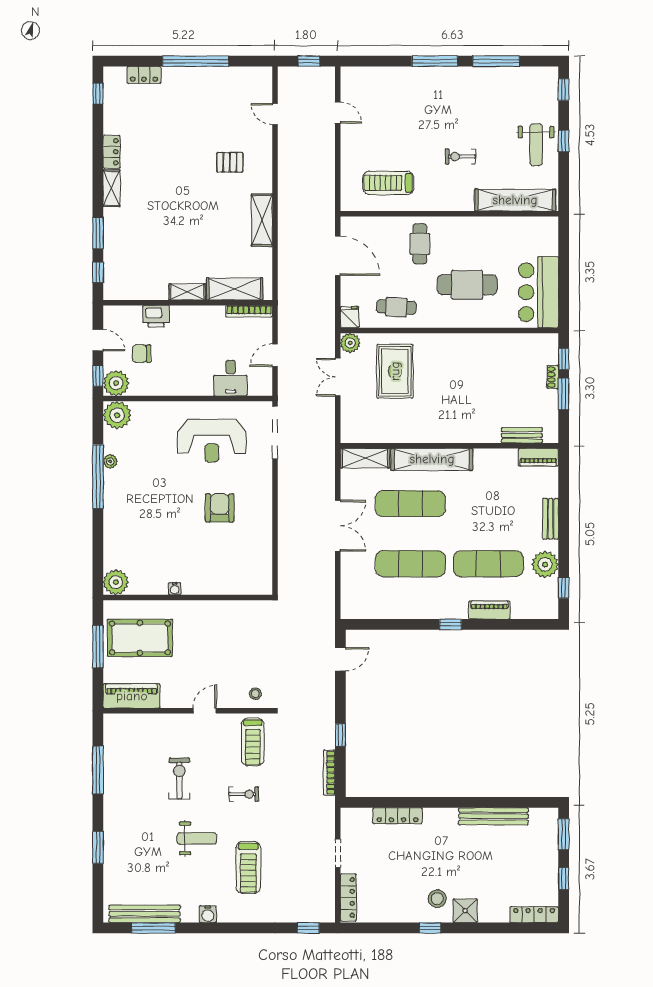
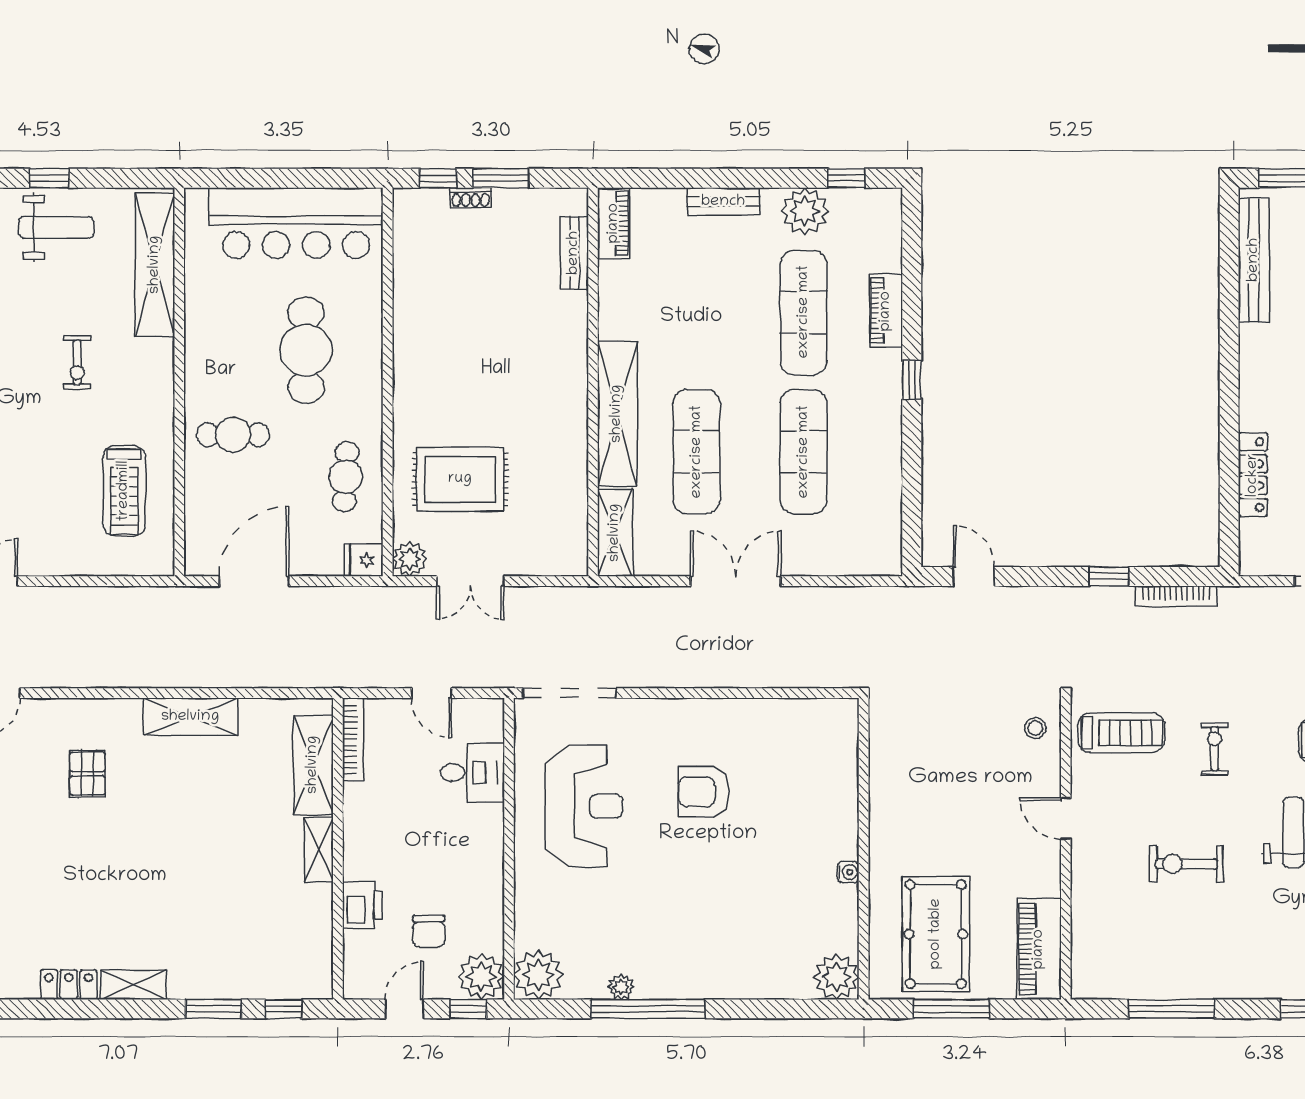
bar counter: (539, 292) -> (296, 223), width x1.36
bench: (493, 816) -> (1254, 260), moved

